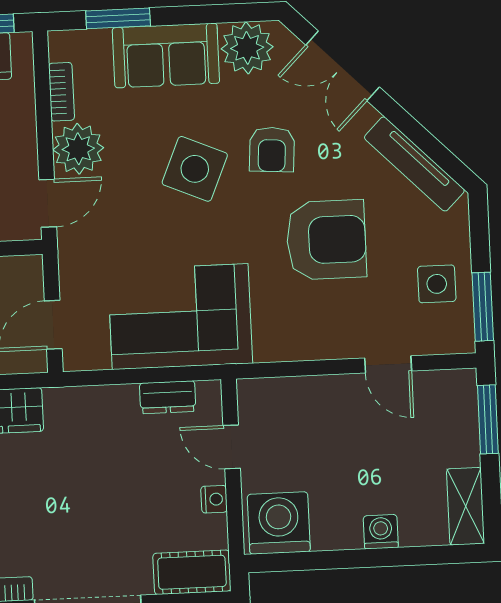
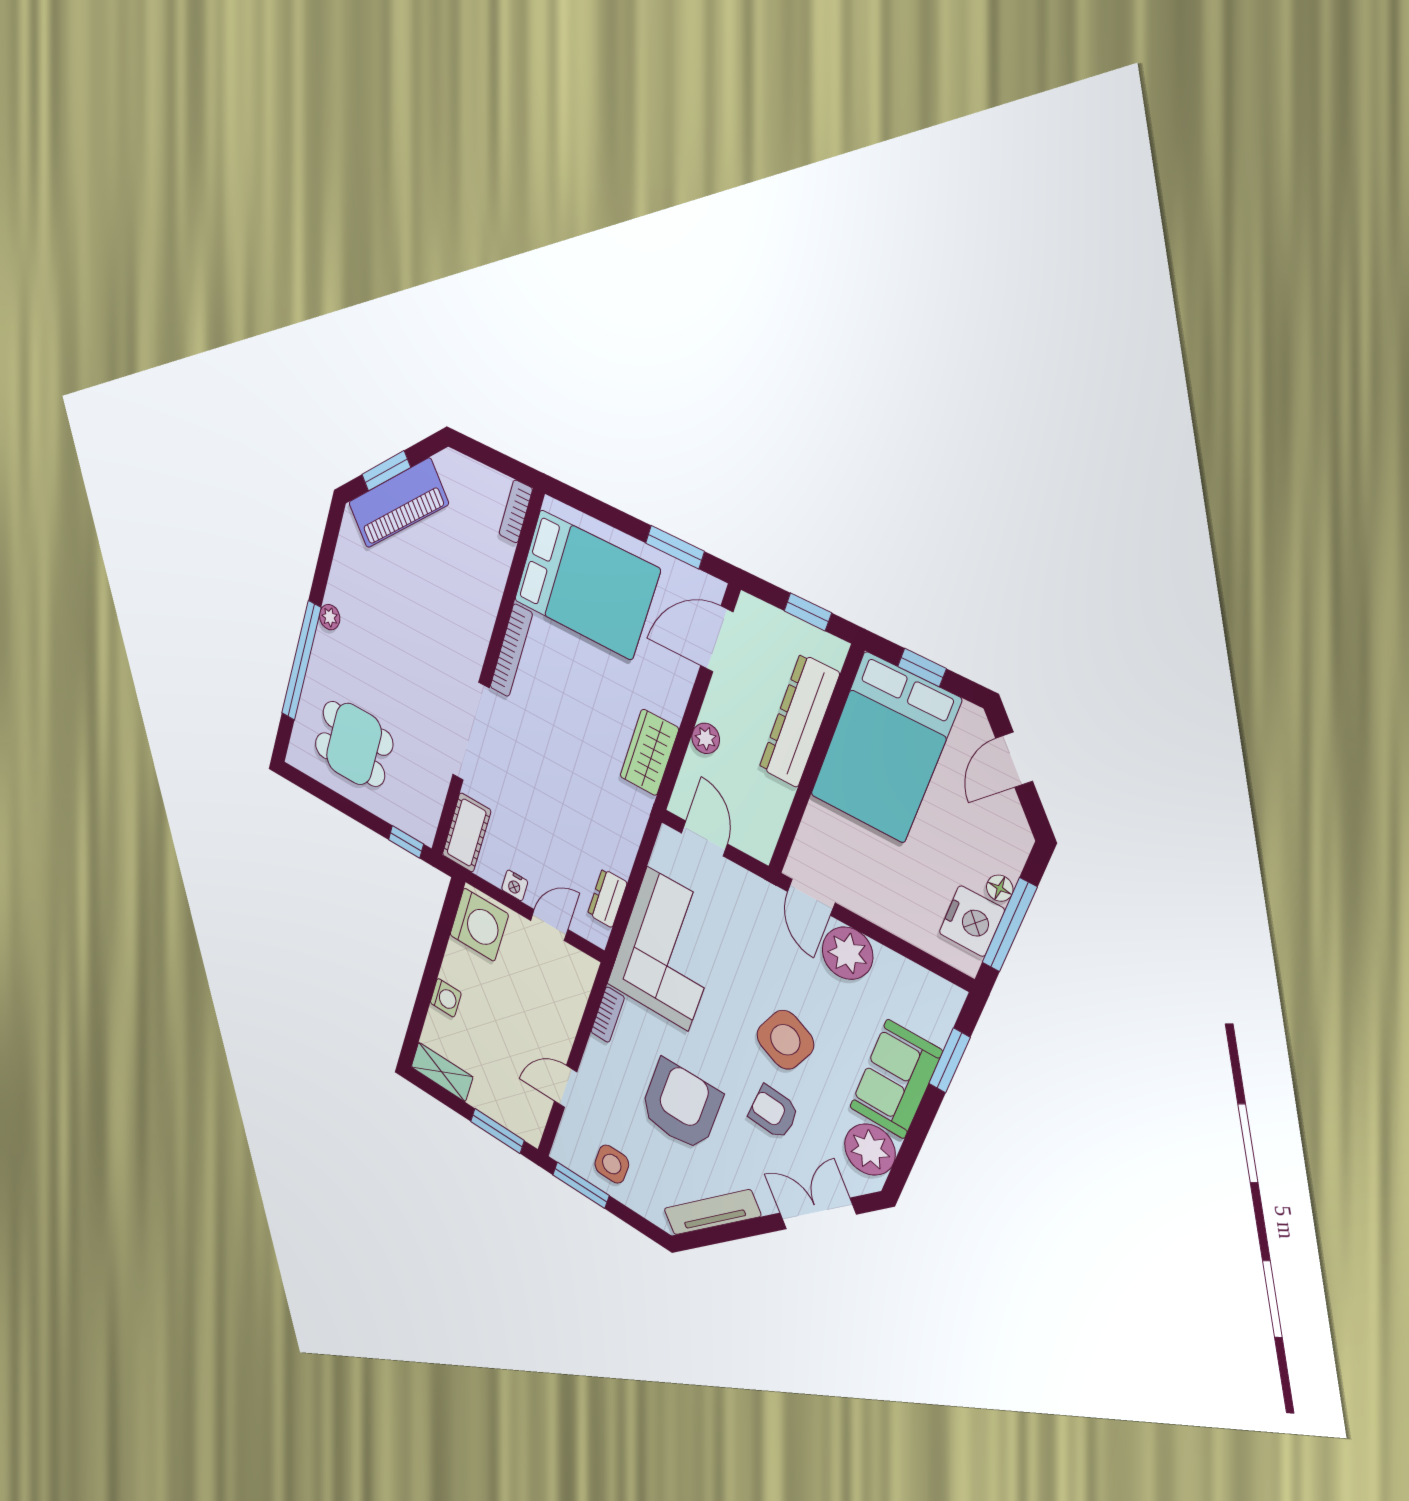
bookcase: (62, 92) -> (608, 1015), moved, turned -90
armchair: (326, 240) -> (681, 1105), turned 180

